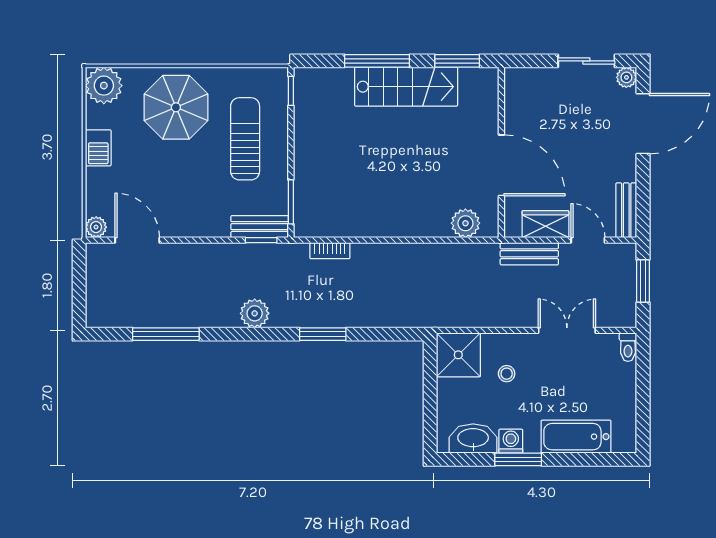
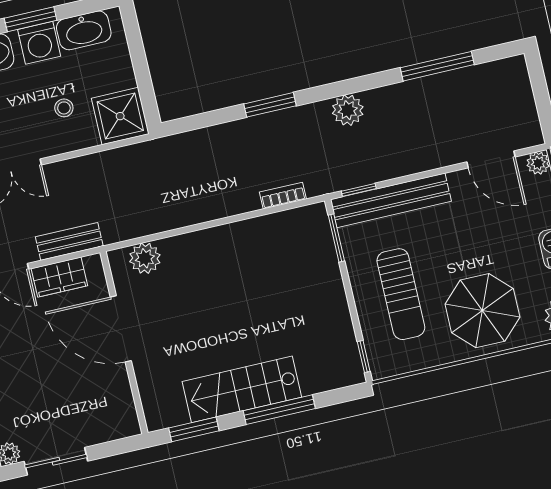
bench: (260, 227) -> (391, 200), width x1.86, depth x1.21
washing machine: (511, 441) -> (39, 43), width x1.38, depth x1.38

